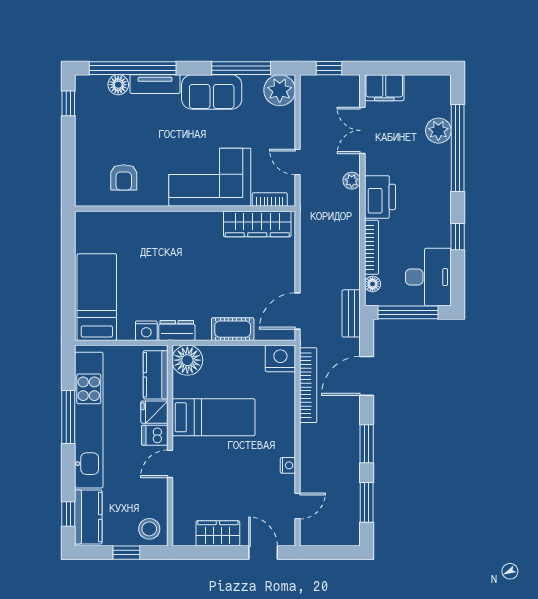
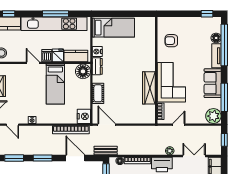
wardrobe: (257, 224) -> (149, 88), moved

